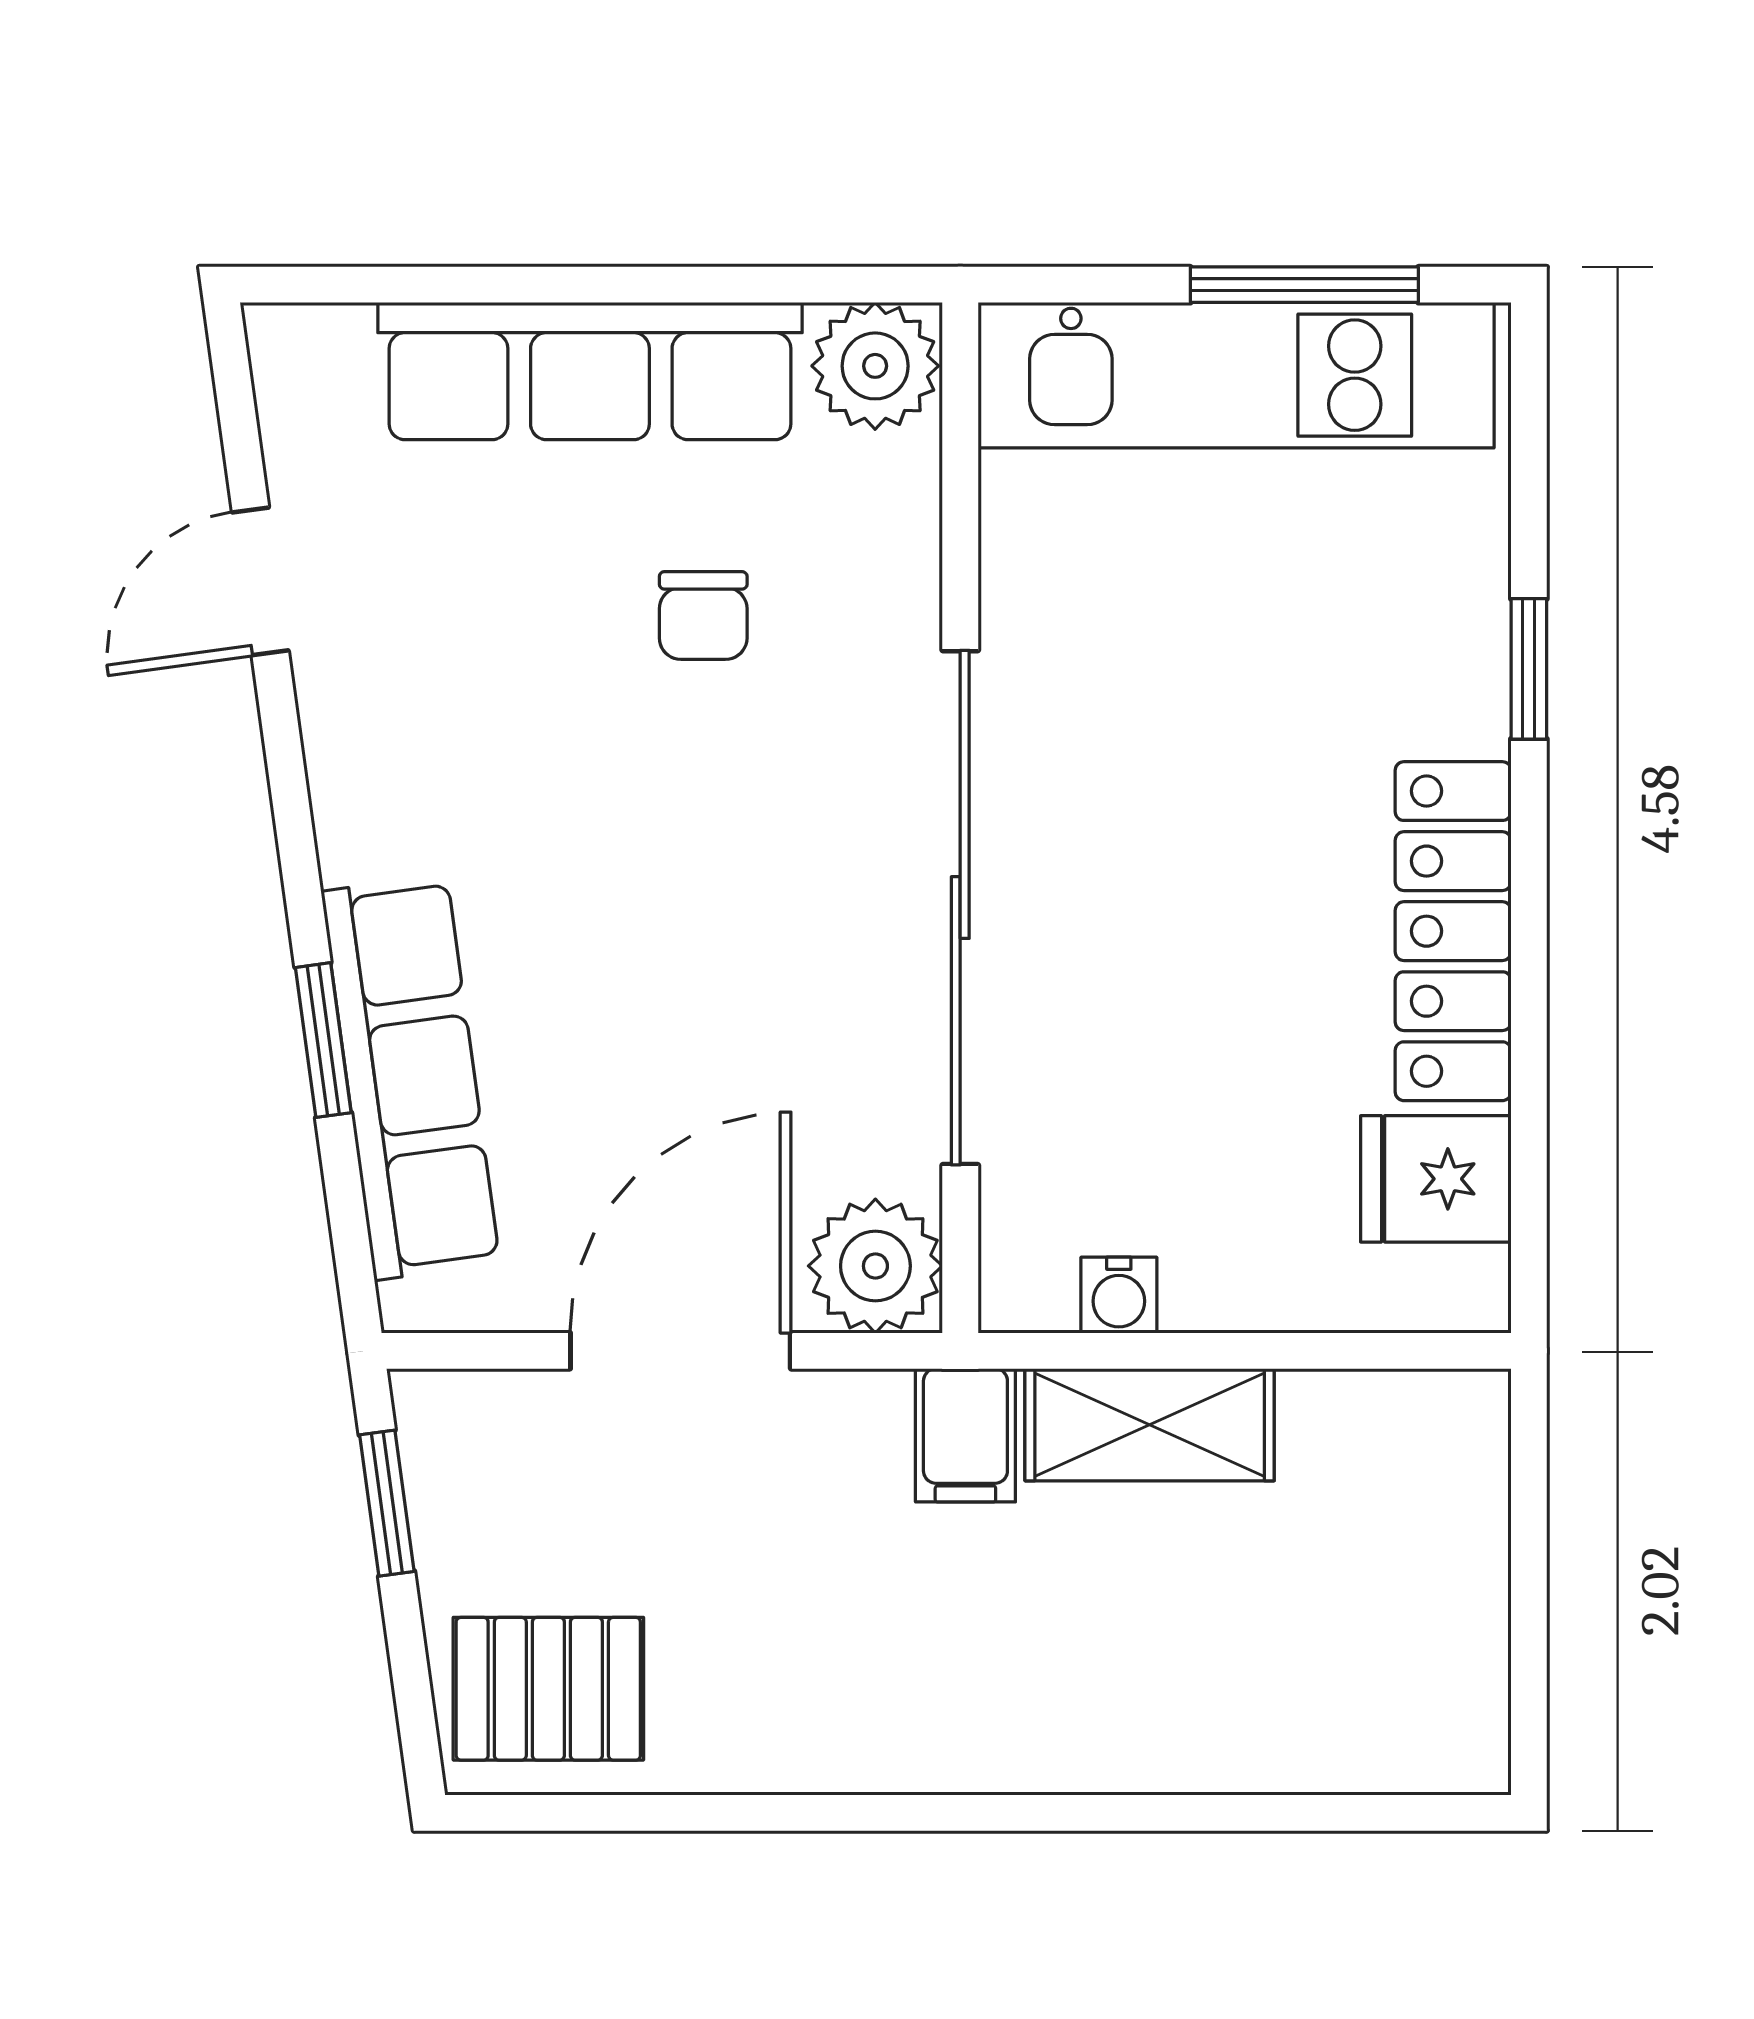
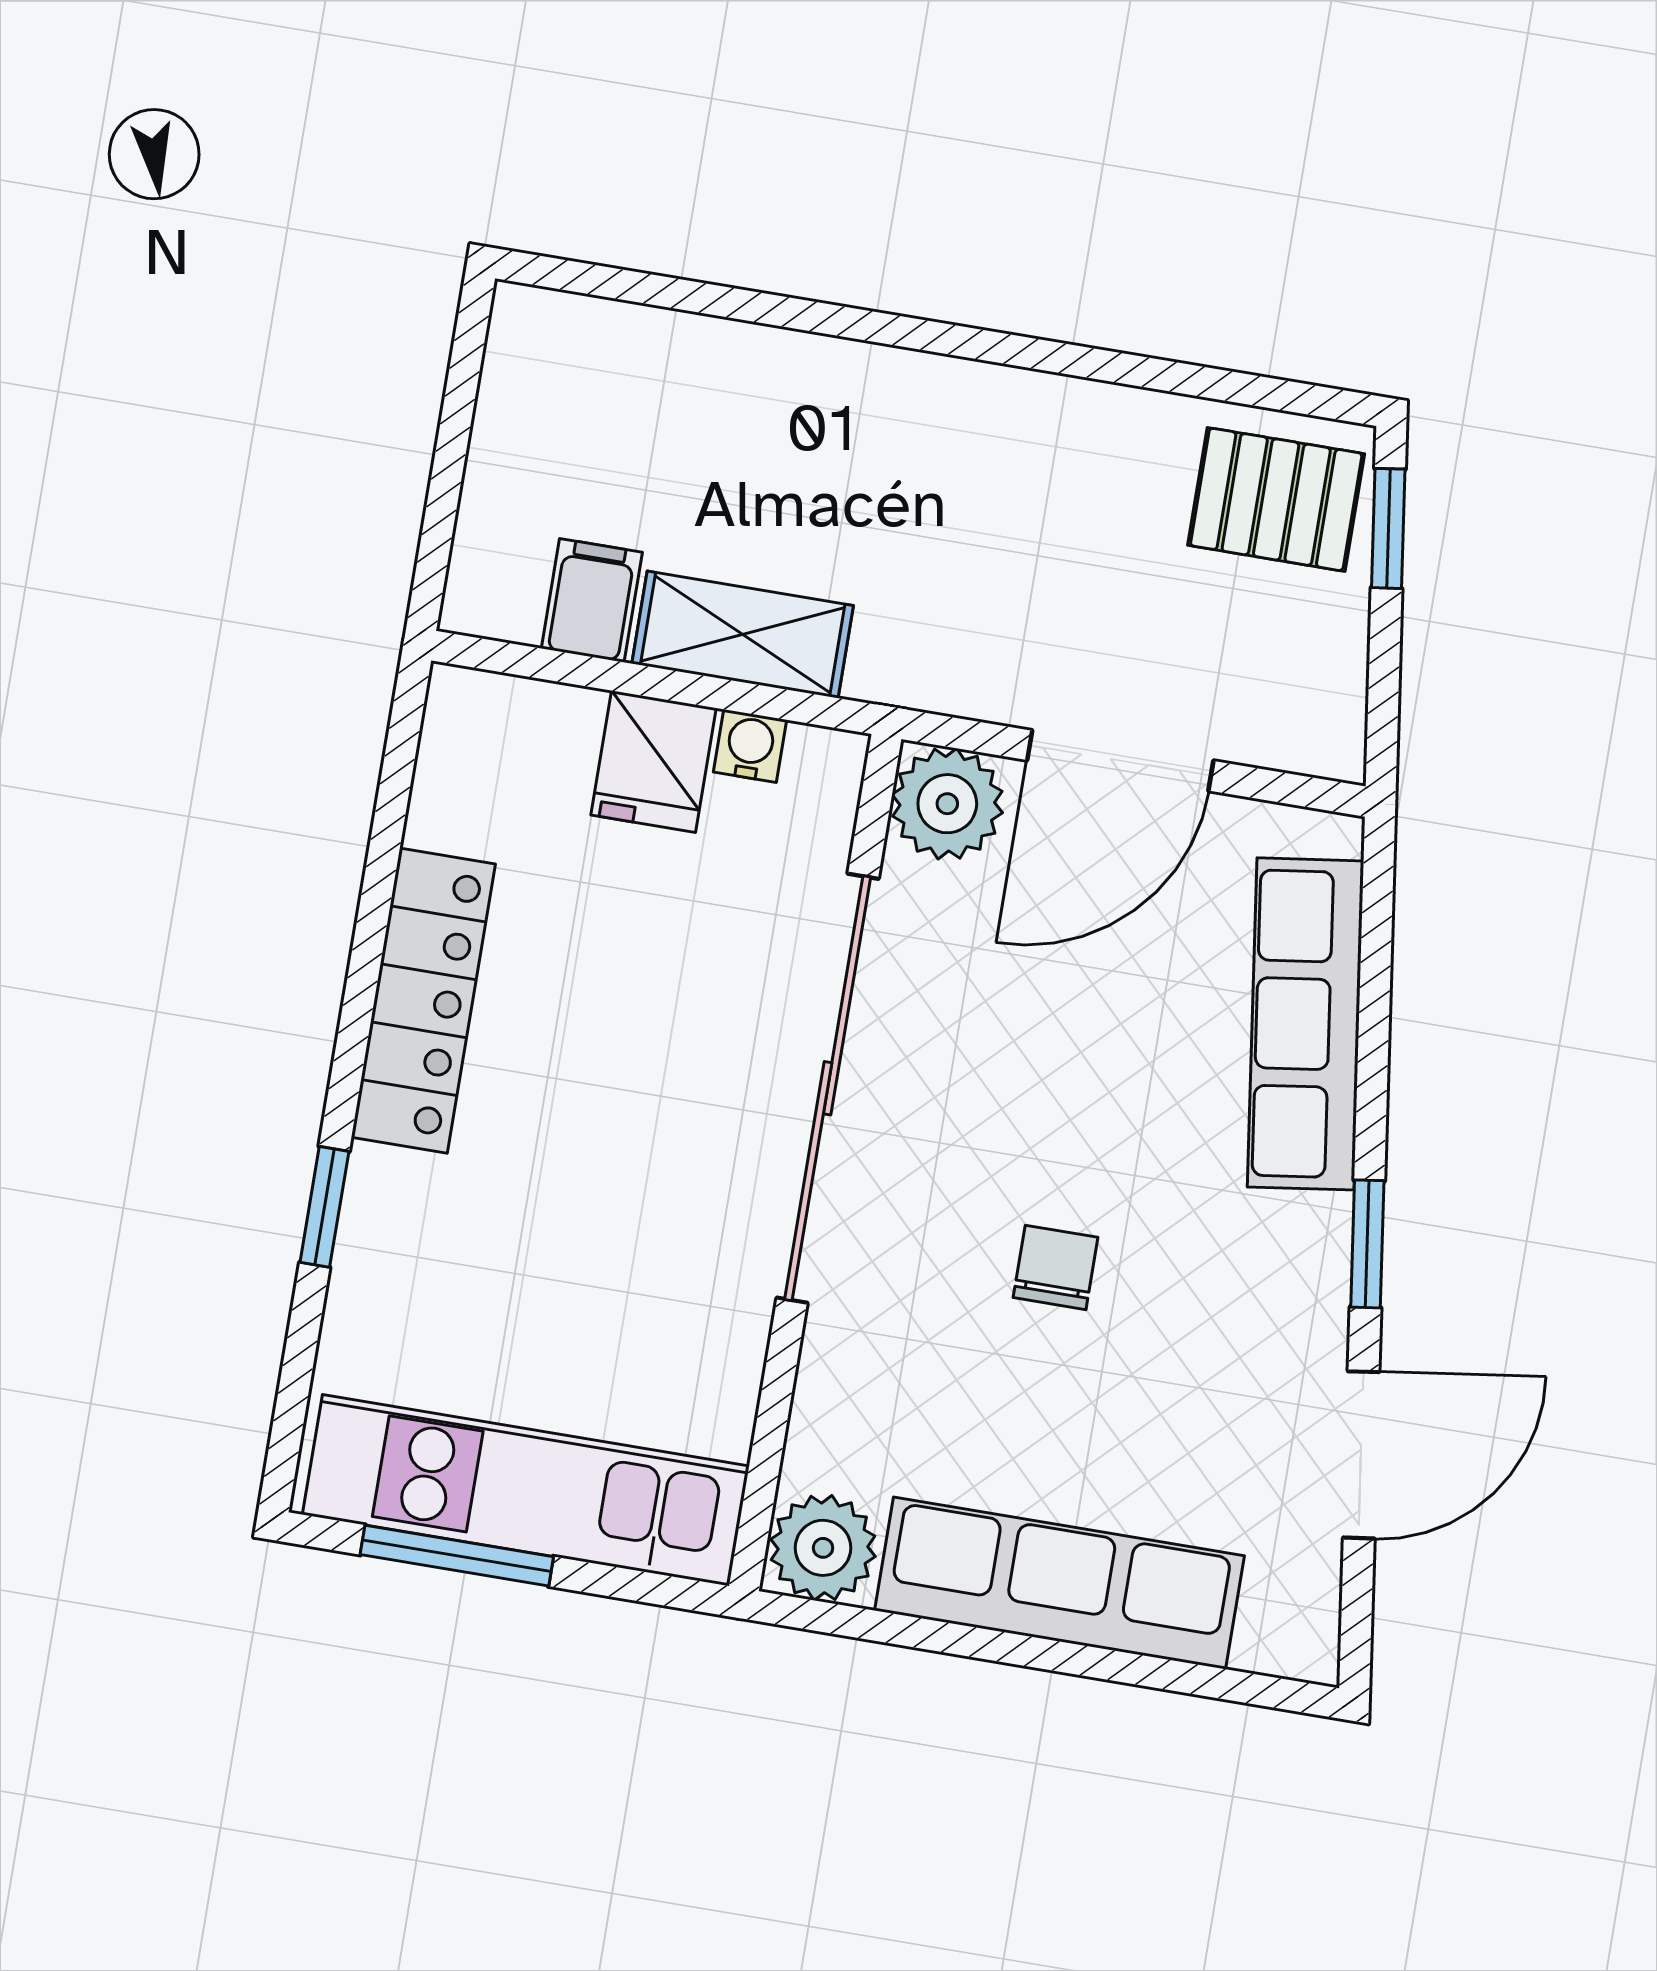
door: (260, 581) -> (1361, 1455), width x1.37
chair: (703, 615) -> (1056, 1267), moved
window: (323, 1040) -> (1367, 1244), moved
fridge: (1436, 1179) -> (653, 762), moved, turned 90
filing cabinet: (965, 1435) -> (592, 600), moved
window: (387, 1503) -> (1388, 528), moved

